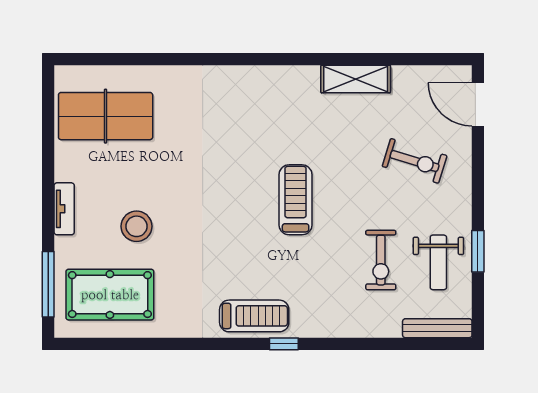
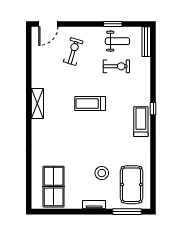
shelving: (356, 79) -> (37, 103), moved

